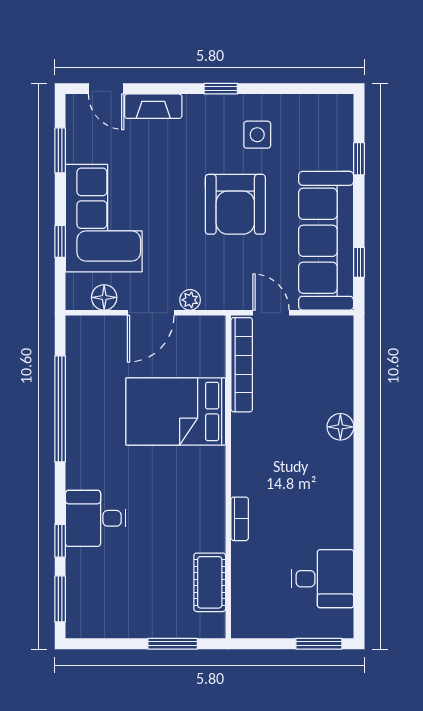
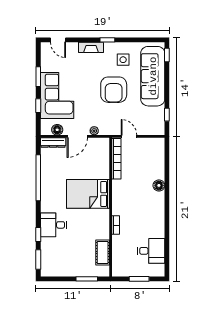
fireplace: (153, 106) -> (91, 47), moved
window: (60, 150) -> (38, 77), moved
window: (359, 159) -> (167, 55), moved
sofa: (326, 241) -> (153, 76), moved
dresser: (95, 327) -> (53, 142), added
bed: (176, 411) -> (88, 194), moved
window: (319, 644) -> (139, 279), moved

